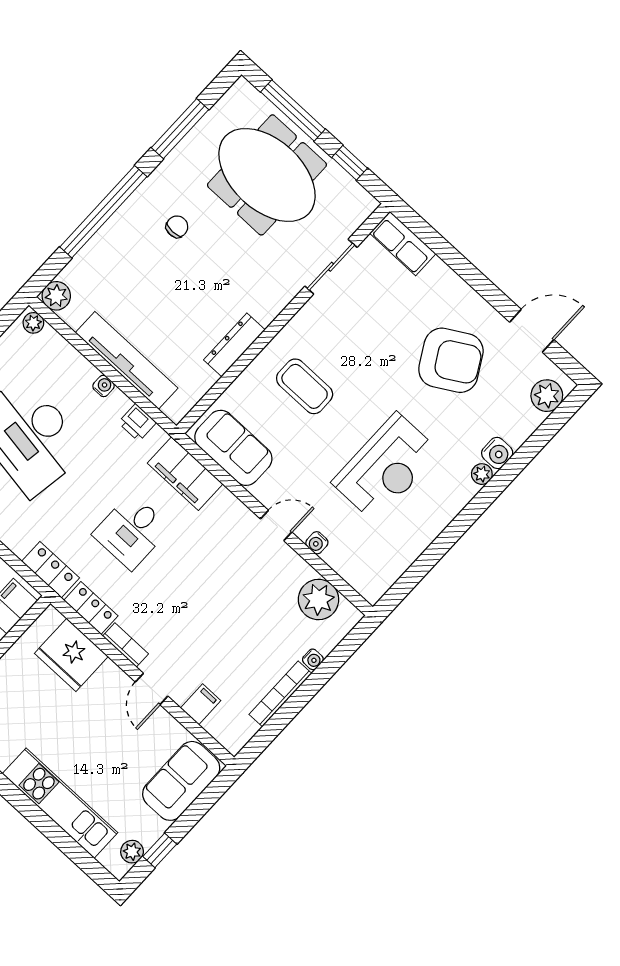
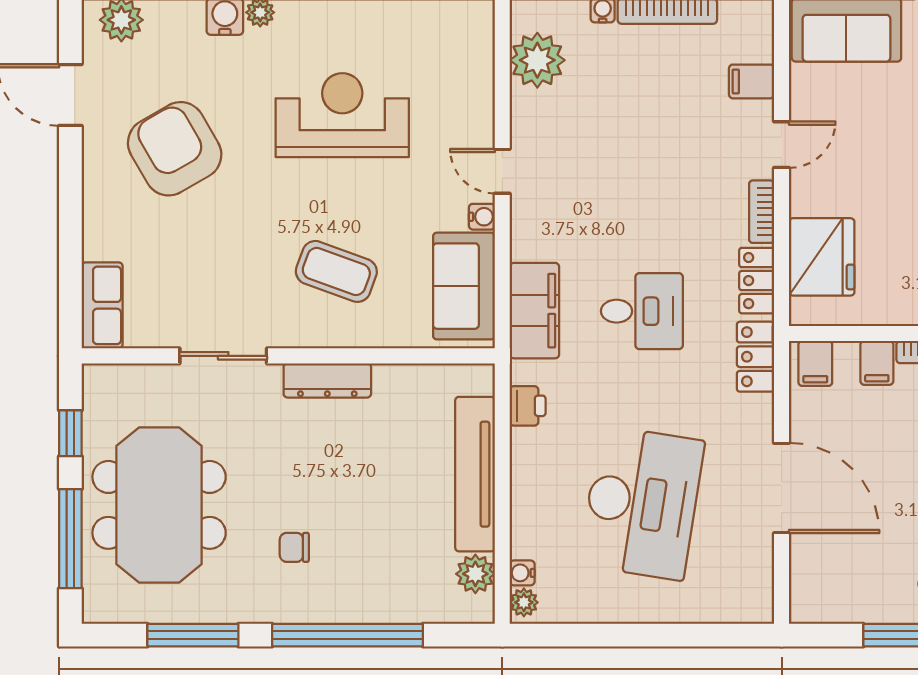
sliding door: (331, 267) -> (223, 356), moved
plant: (56, 296) -> (475, 574), moved
dresser: (234, 345) -> (327, 380), moved
water cooler: (104, 386) -> (522, 573), moved
coffee table: (305, 386) -> (336, 271), turned -70
water cooler: (317, 543) -> (482, 217), moved

